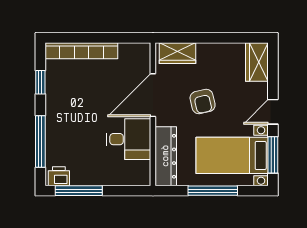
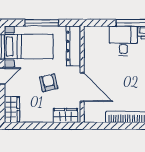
door: (153, 95) -> (82, 87), hinge flipped
desk: (128, 139) -> (123, 41), moved, turned 90

